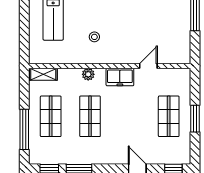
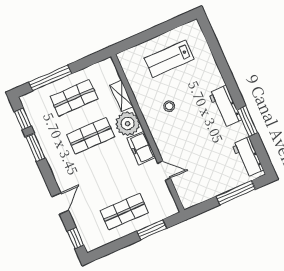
shelving: (43, 74) -> (122, 96), moved
plant: (88, 74) -> (128, 124), width x1.88, depth x1.88
window: (195, 119) -> (152, 230), moved

